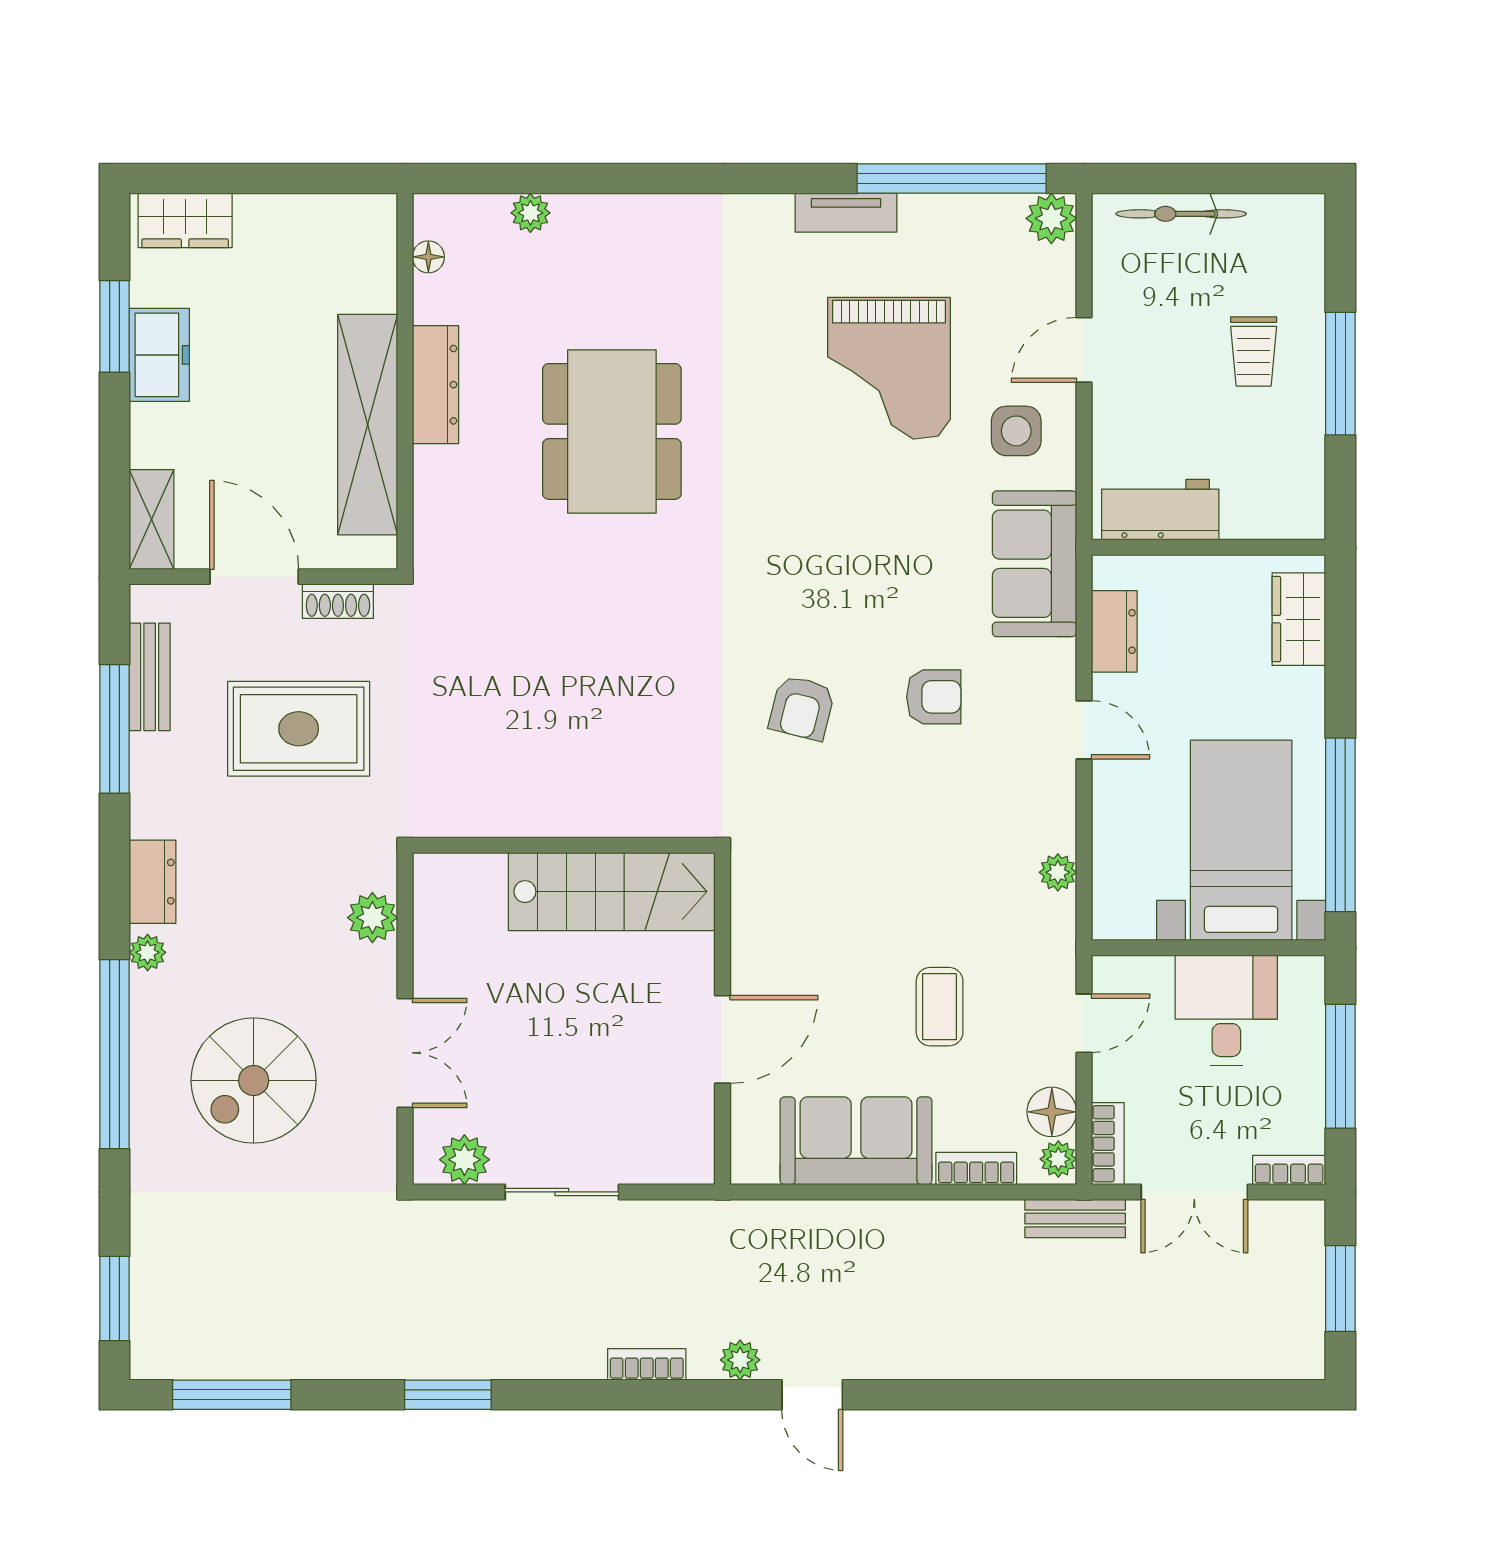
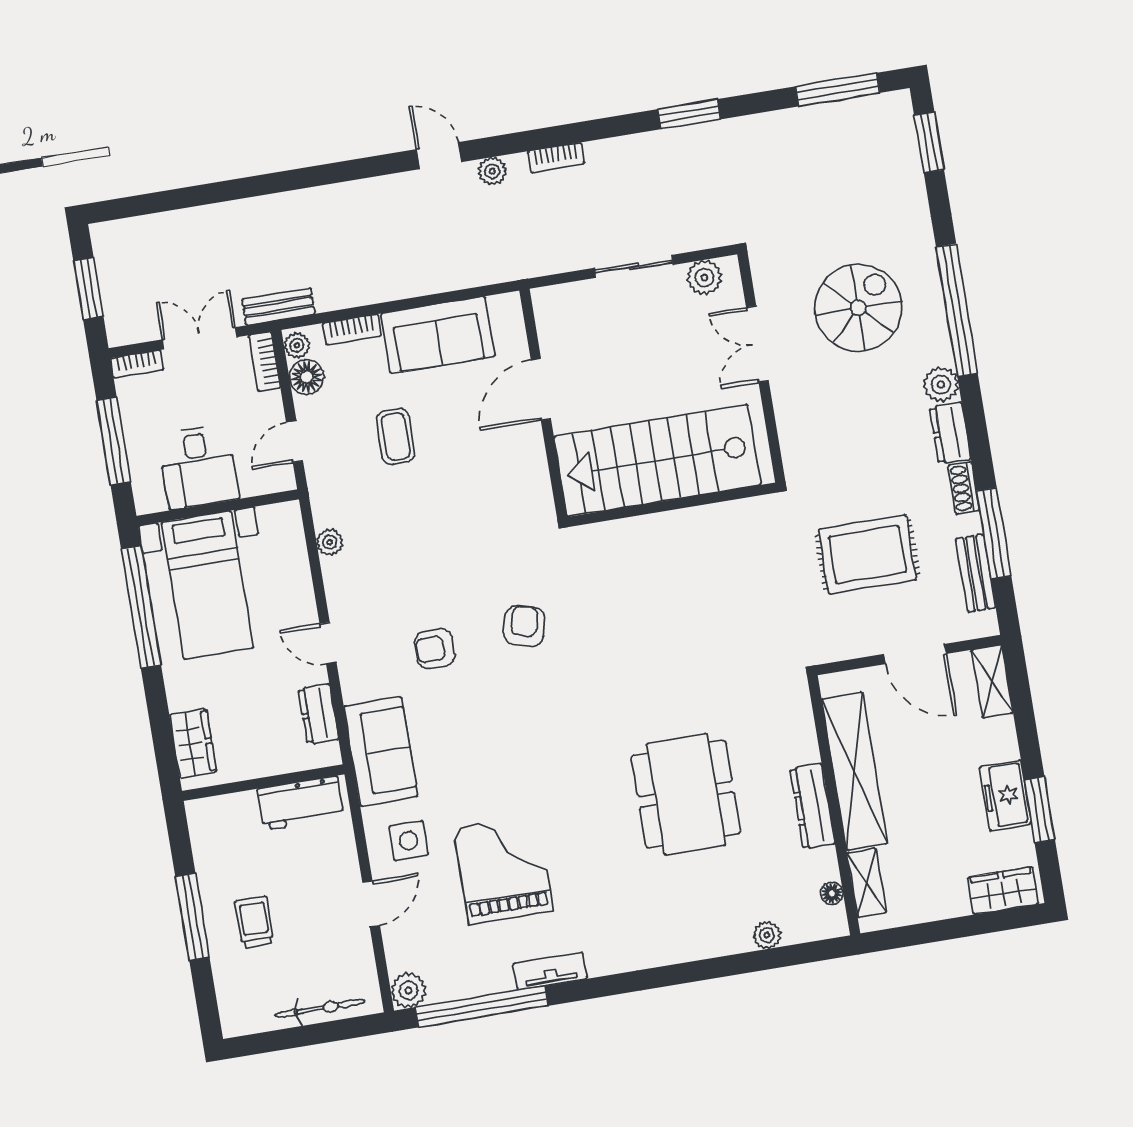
shelving: (377, 263) -> (867, 883), added
shoe rack: (338, 601) -> (964, 488), moved, turned -90
stairs: (612, 892) -> (657, 460), width x1.36, depth x1.51
plant: (372, 918) -> (795, 433), removed
plant: (148, 952) -> (941, 384), width x1.38, depth x1.38

